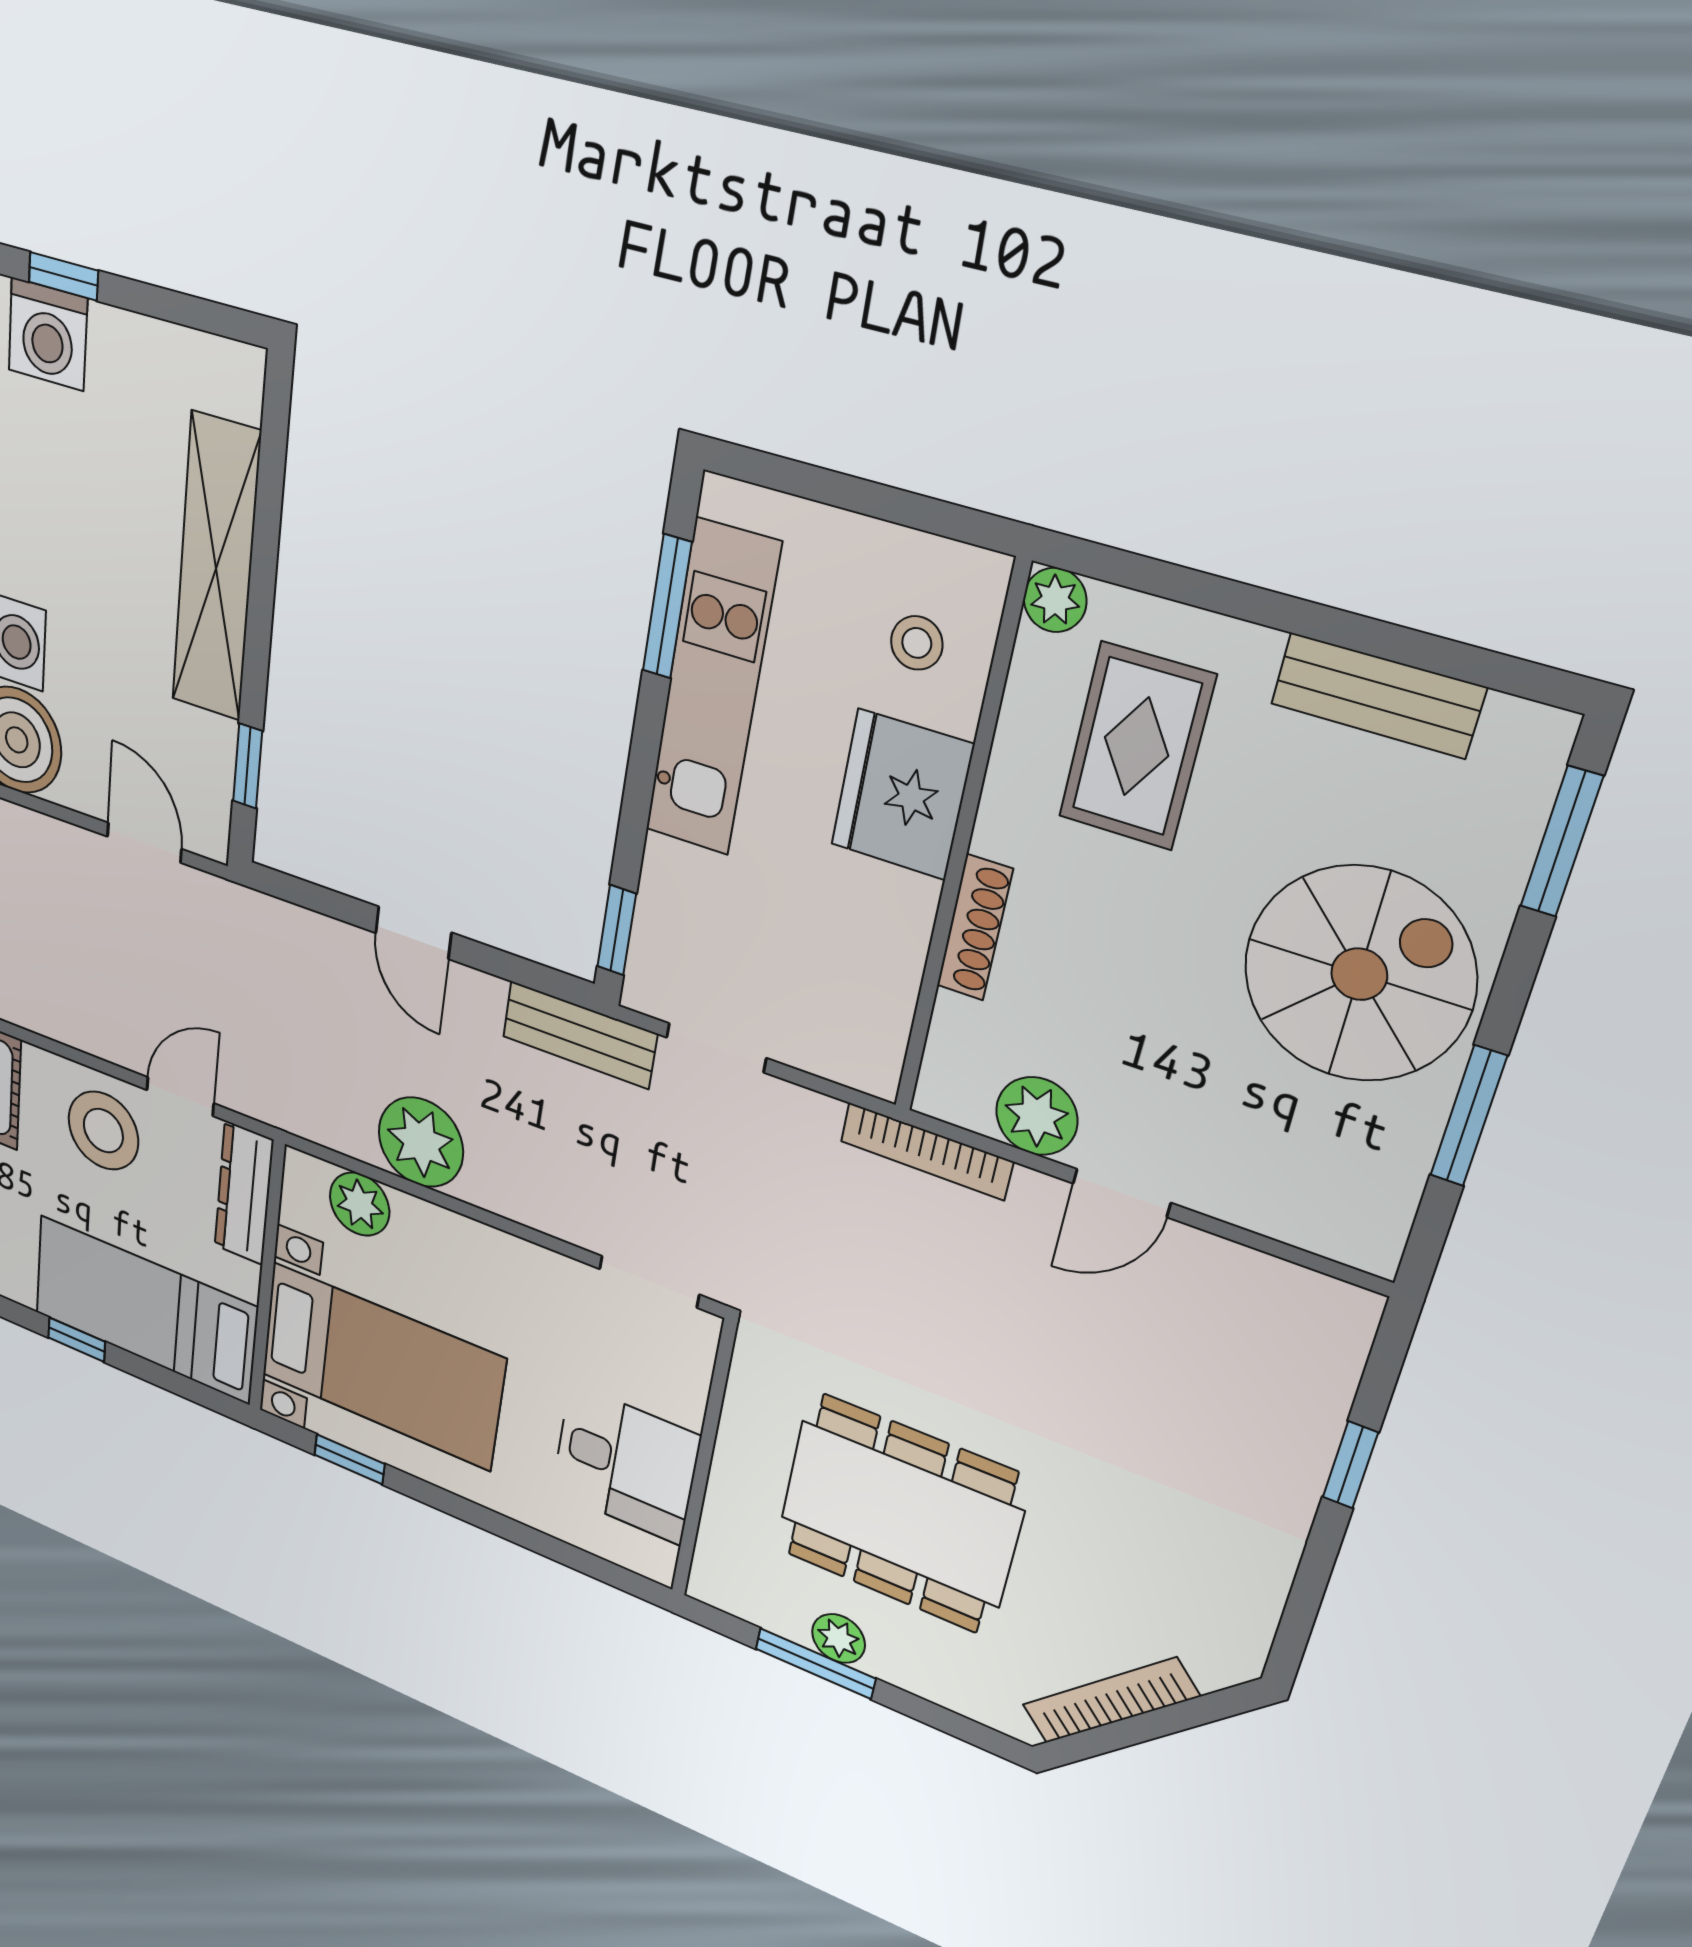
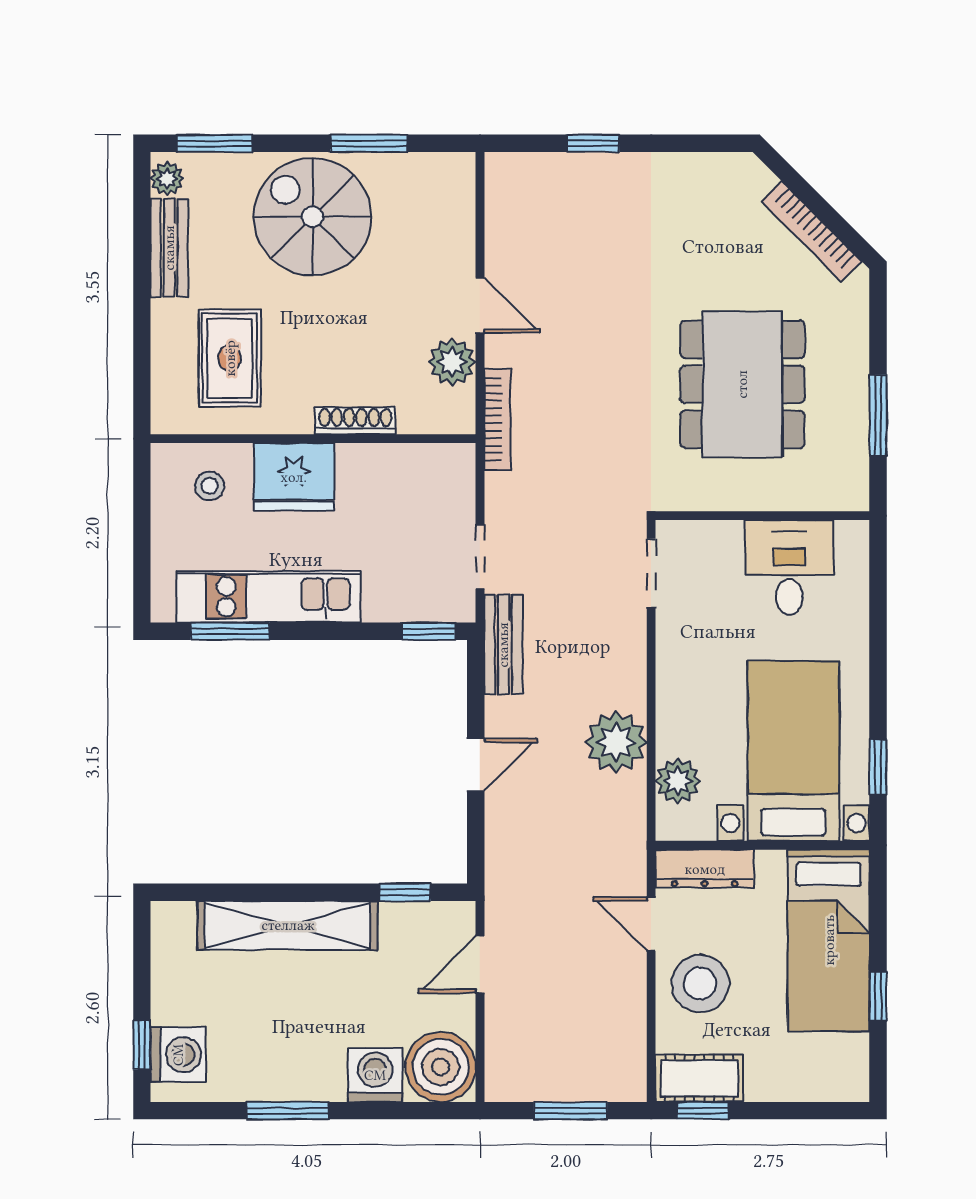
plant: (1055, 600) -> (167, 179), moved
rug: (1137, 746) -> (230, 358), turned 90
plant: (839, 1638) -> (852, 404), removed

